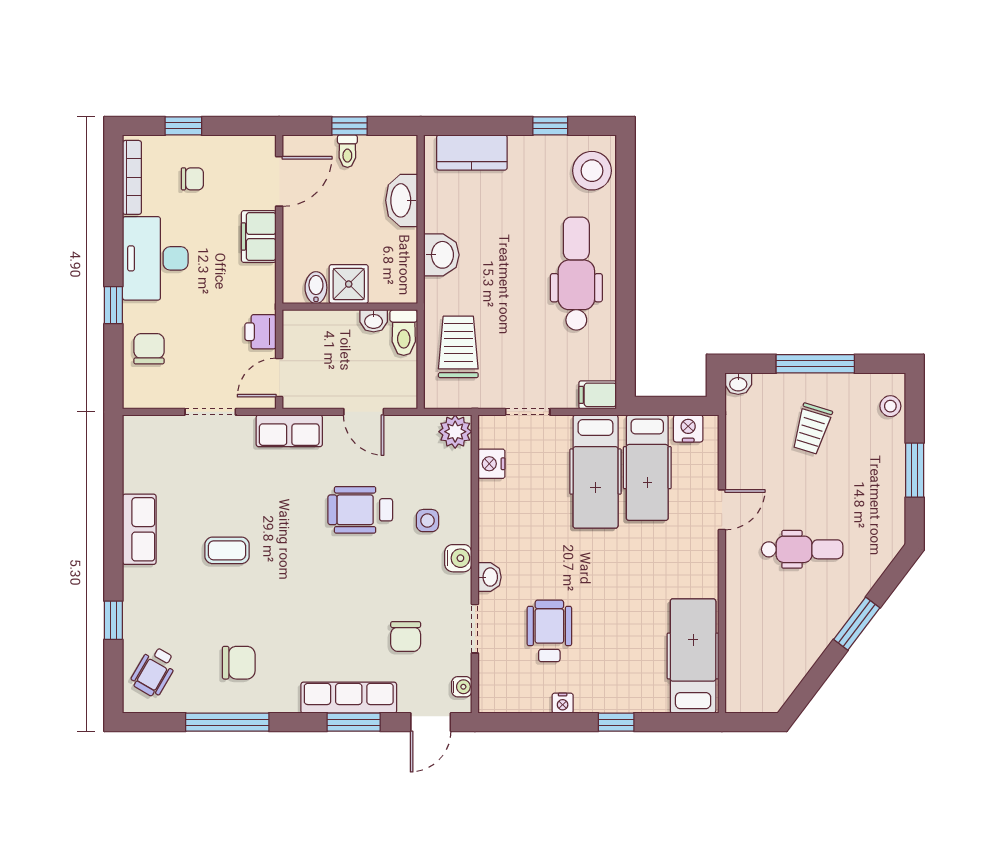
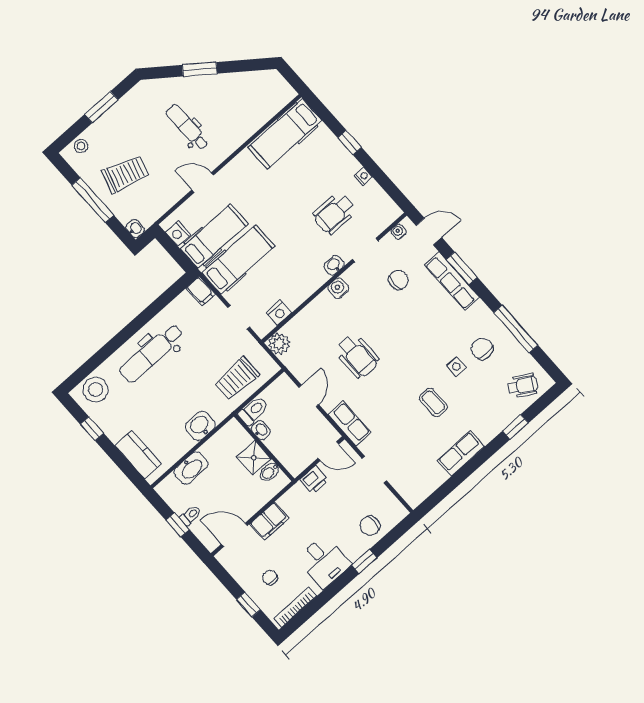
desk: (155, 258) -> (324, 561), width x0.73
trolley: (812, 429) -> (125, 174), width x1.36, depth x1.39
side table: (427, 521) -> (456, 367), moved

